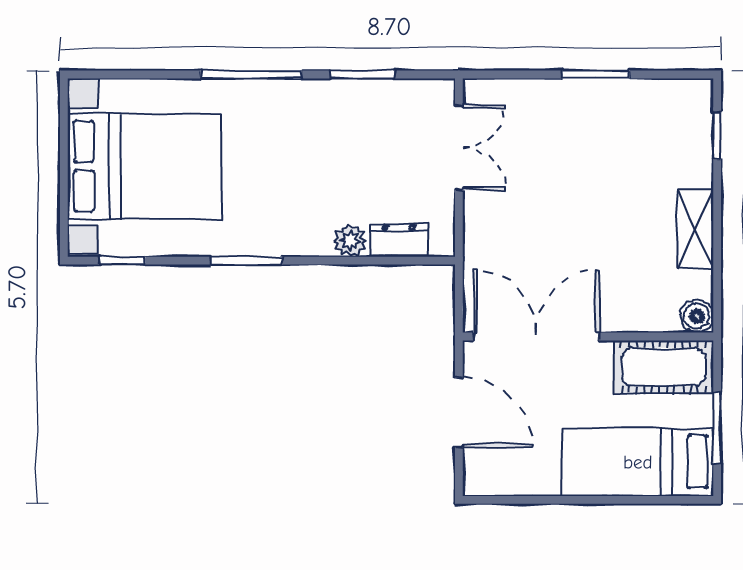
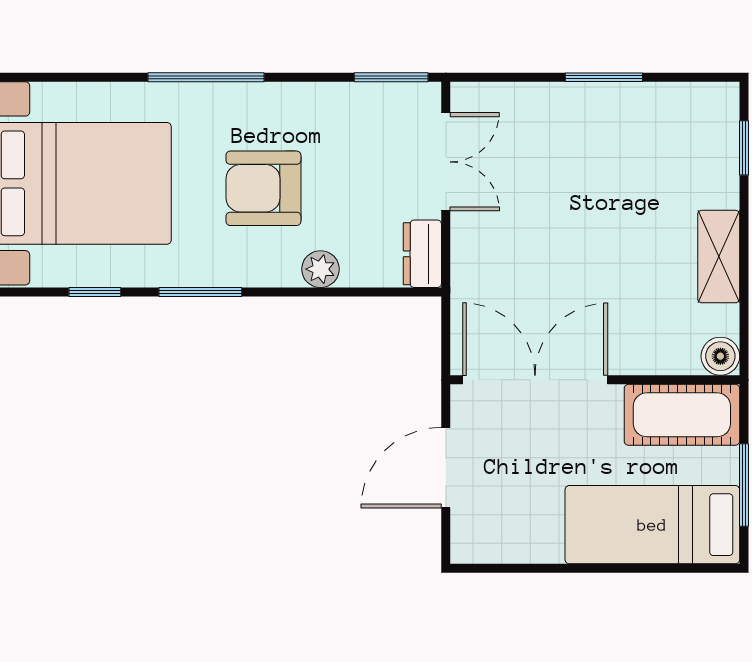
window: (362, 74) -> (391, 77), moved
armchair: (301, 171) -> (263, 188), added
dresser: (399, 240) -> (422, 254), moved, turned -90
window: (122, 261) -> (95, 292), moved
door: (459, 413) -> (446, 468), swing flipped

